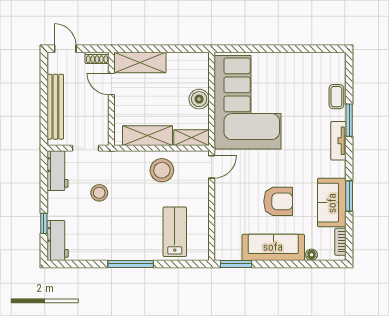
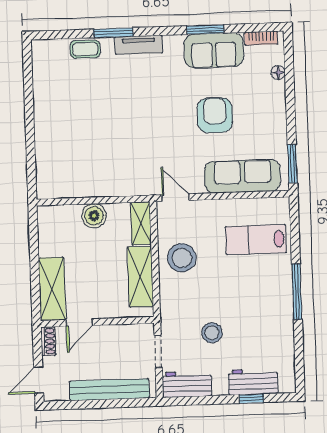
corner sofa: (247, 102) -> (96, 157), removed
workbench: (58, 240) -> (253, 382), moved
sofa: (273, 247) -> (243, 176), moved, turned 90

